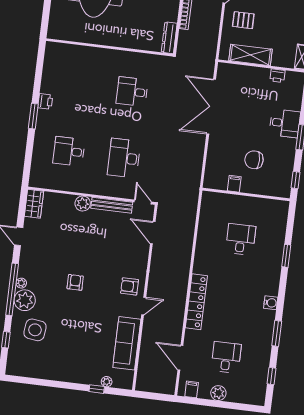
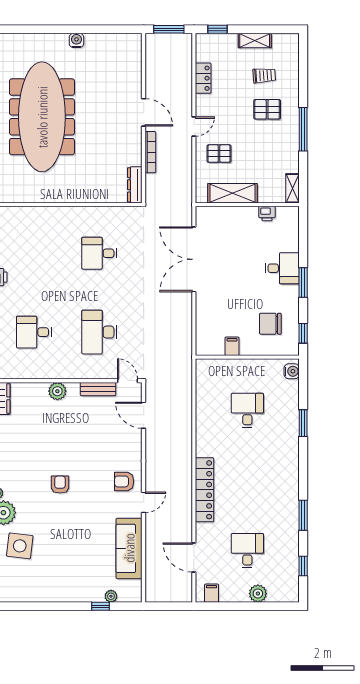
chair: (254, 160) -> (270, 324), moved
bench: (112, 205) -> (98, 389), width x0.73
water cooler: (271, 303) -> (292, 371), moved
plant: (218, 393) -> (258, 594), moved

